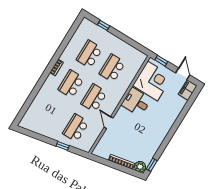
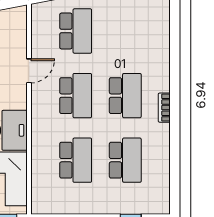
door: (109, 123) -> (29, 71), hinge flipped

